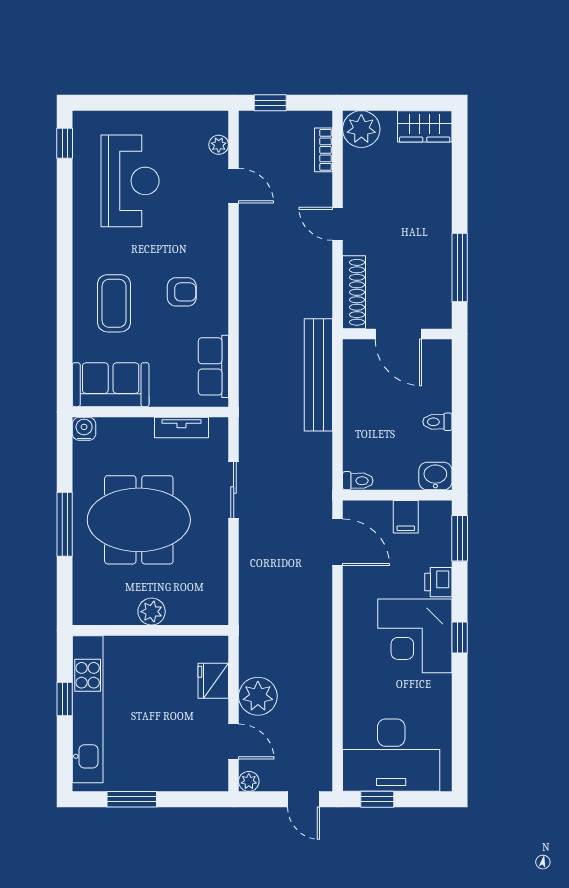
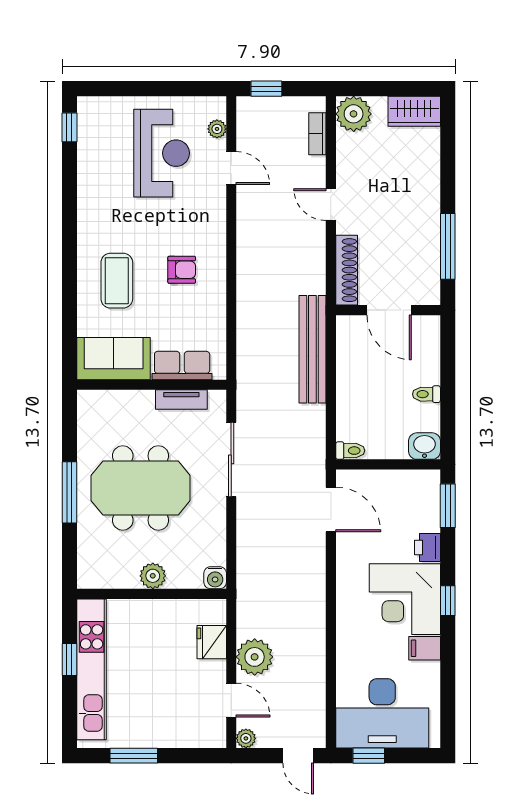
reception desk: (130, 181) -> (162, 153), moved
row of seats: (213, 366) -> (182, 365), moved, turned 90
water cooler: (84, 429) -> (215, 578), moved, turned 180
sliding door: (234, 490) -> (231, 459), width x1.37
filing cabinet: (406, 517) -> (425, 648), moved, turned 90

